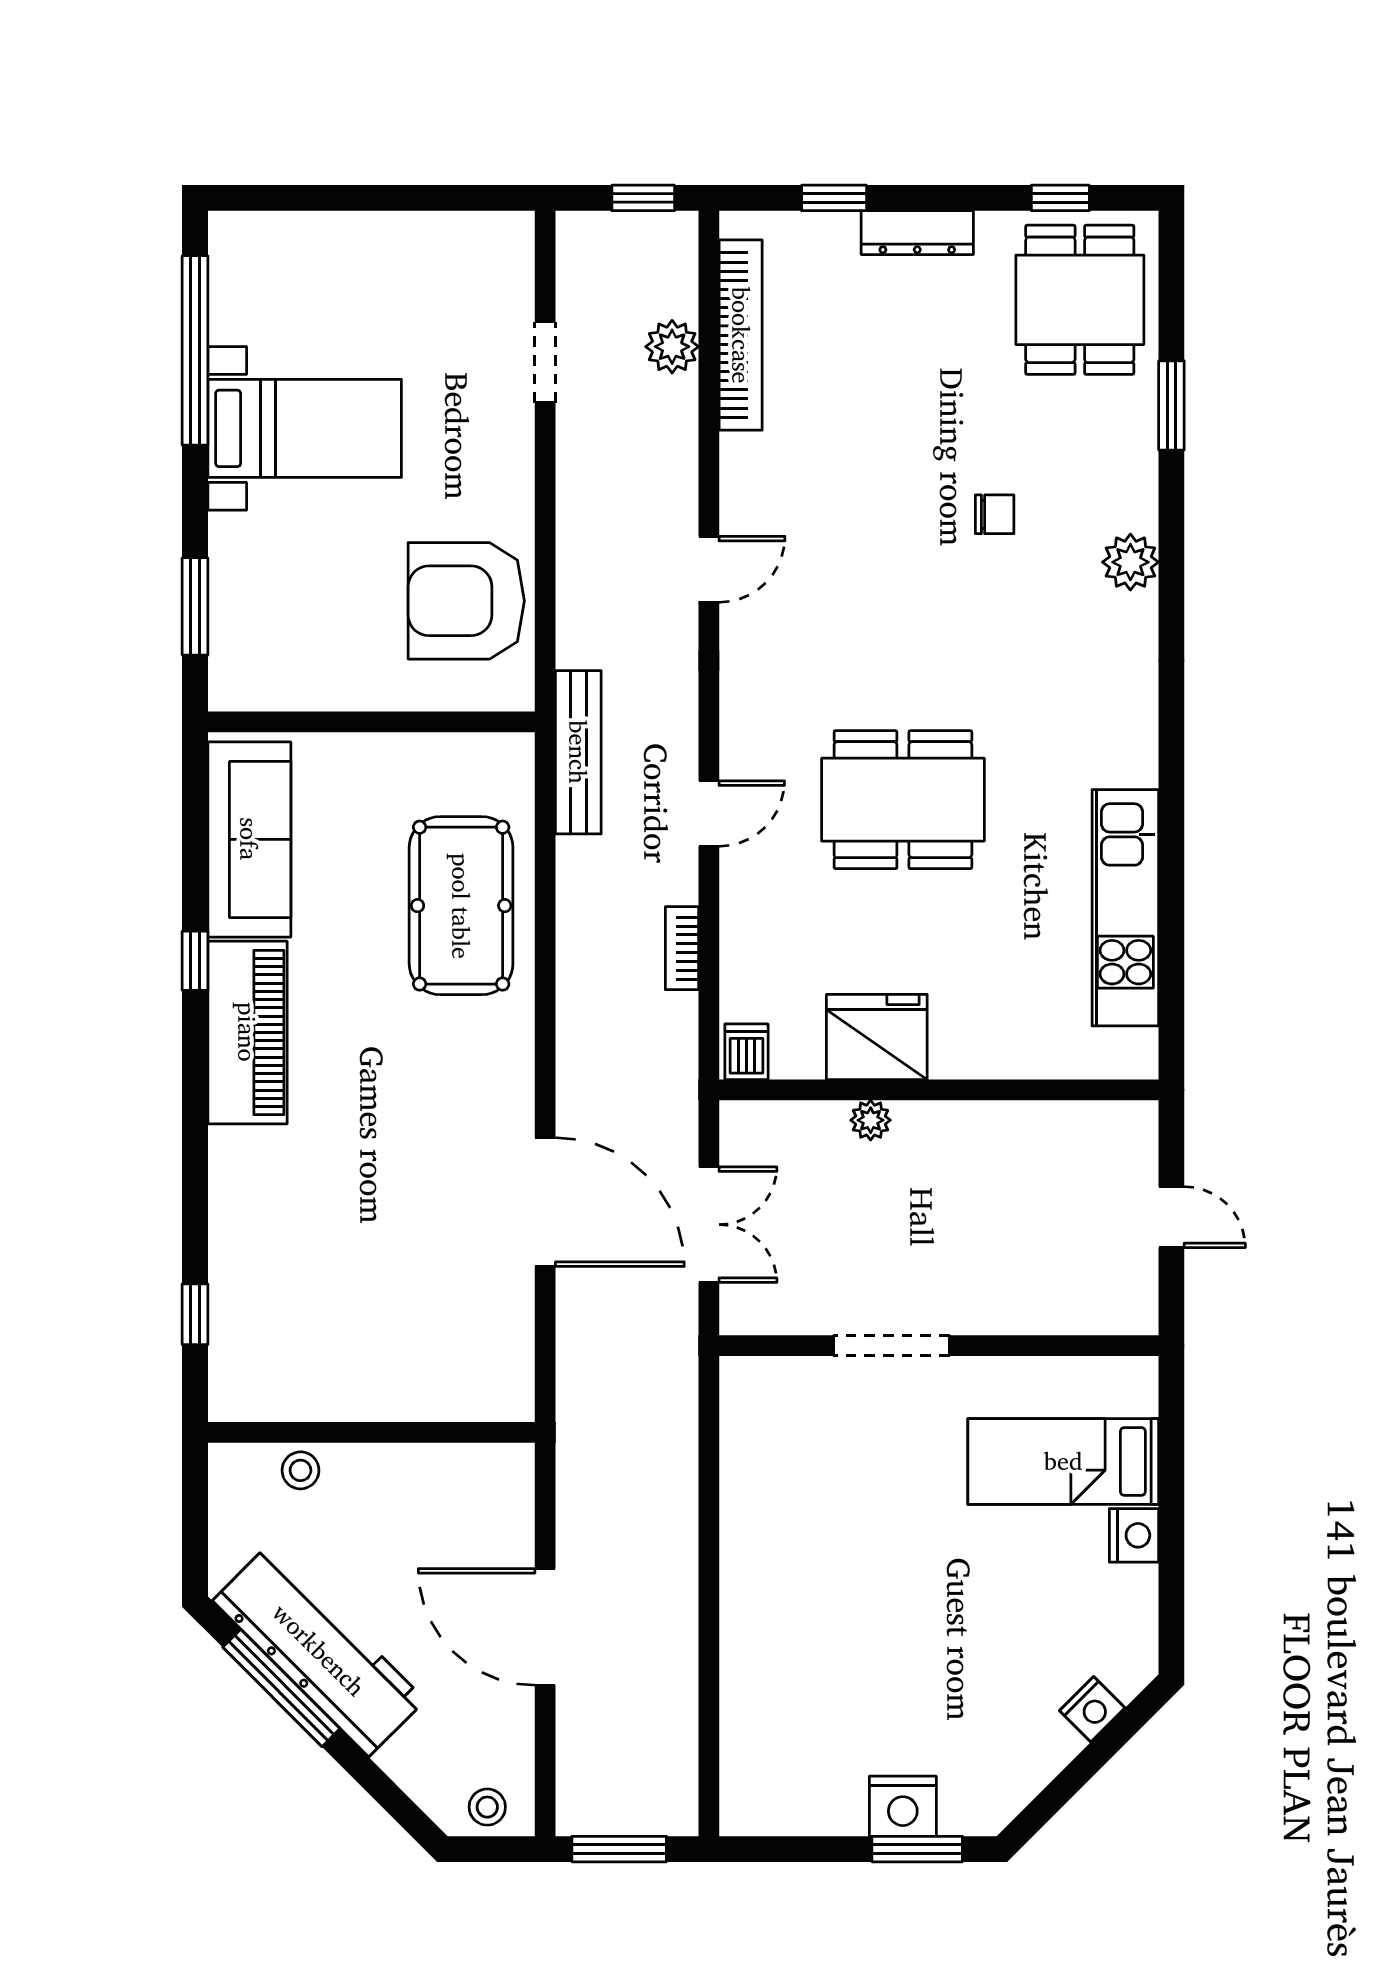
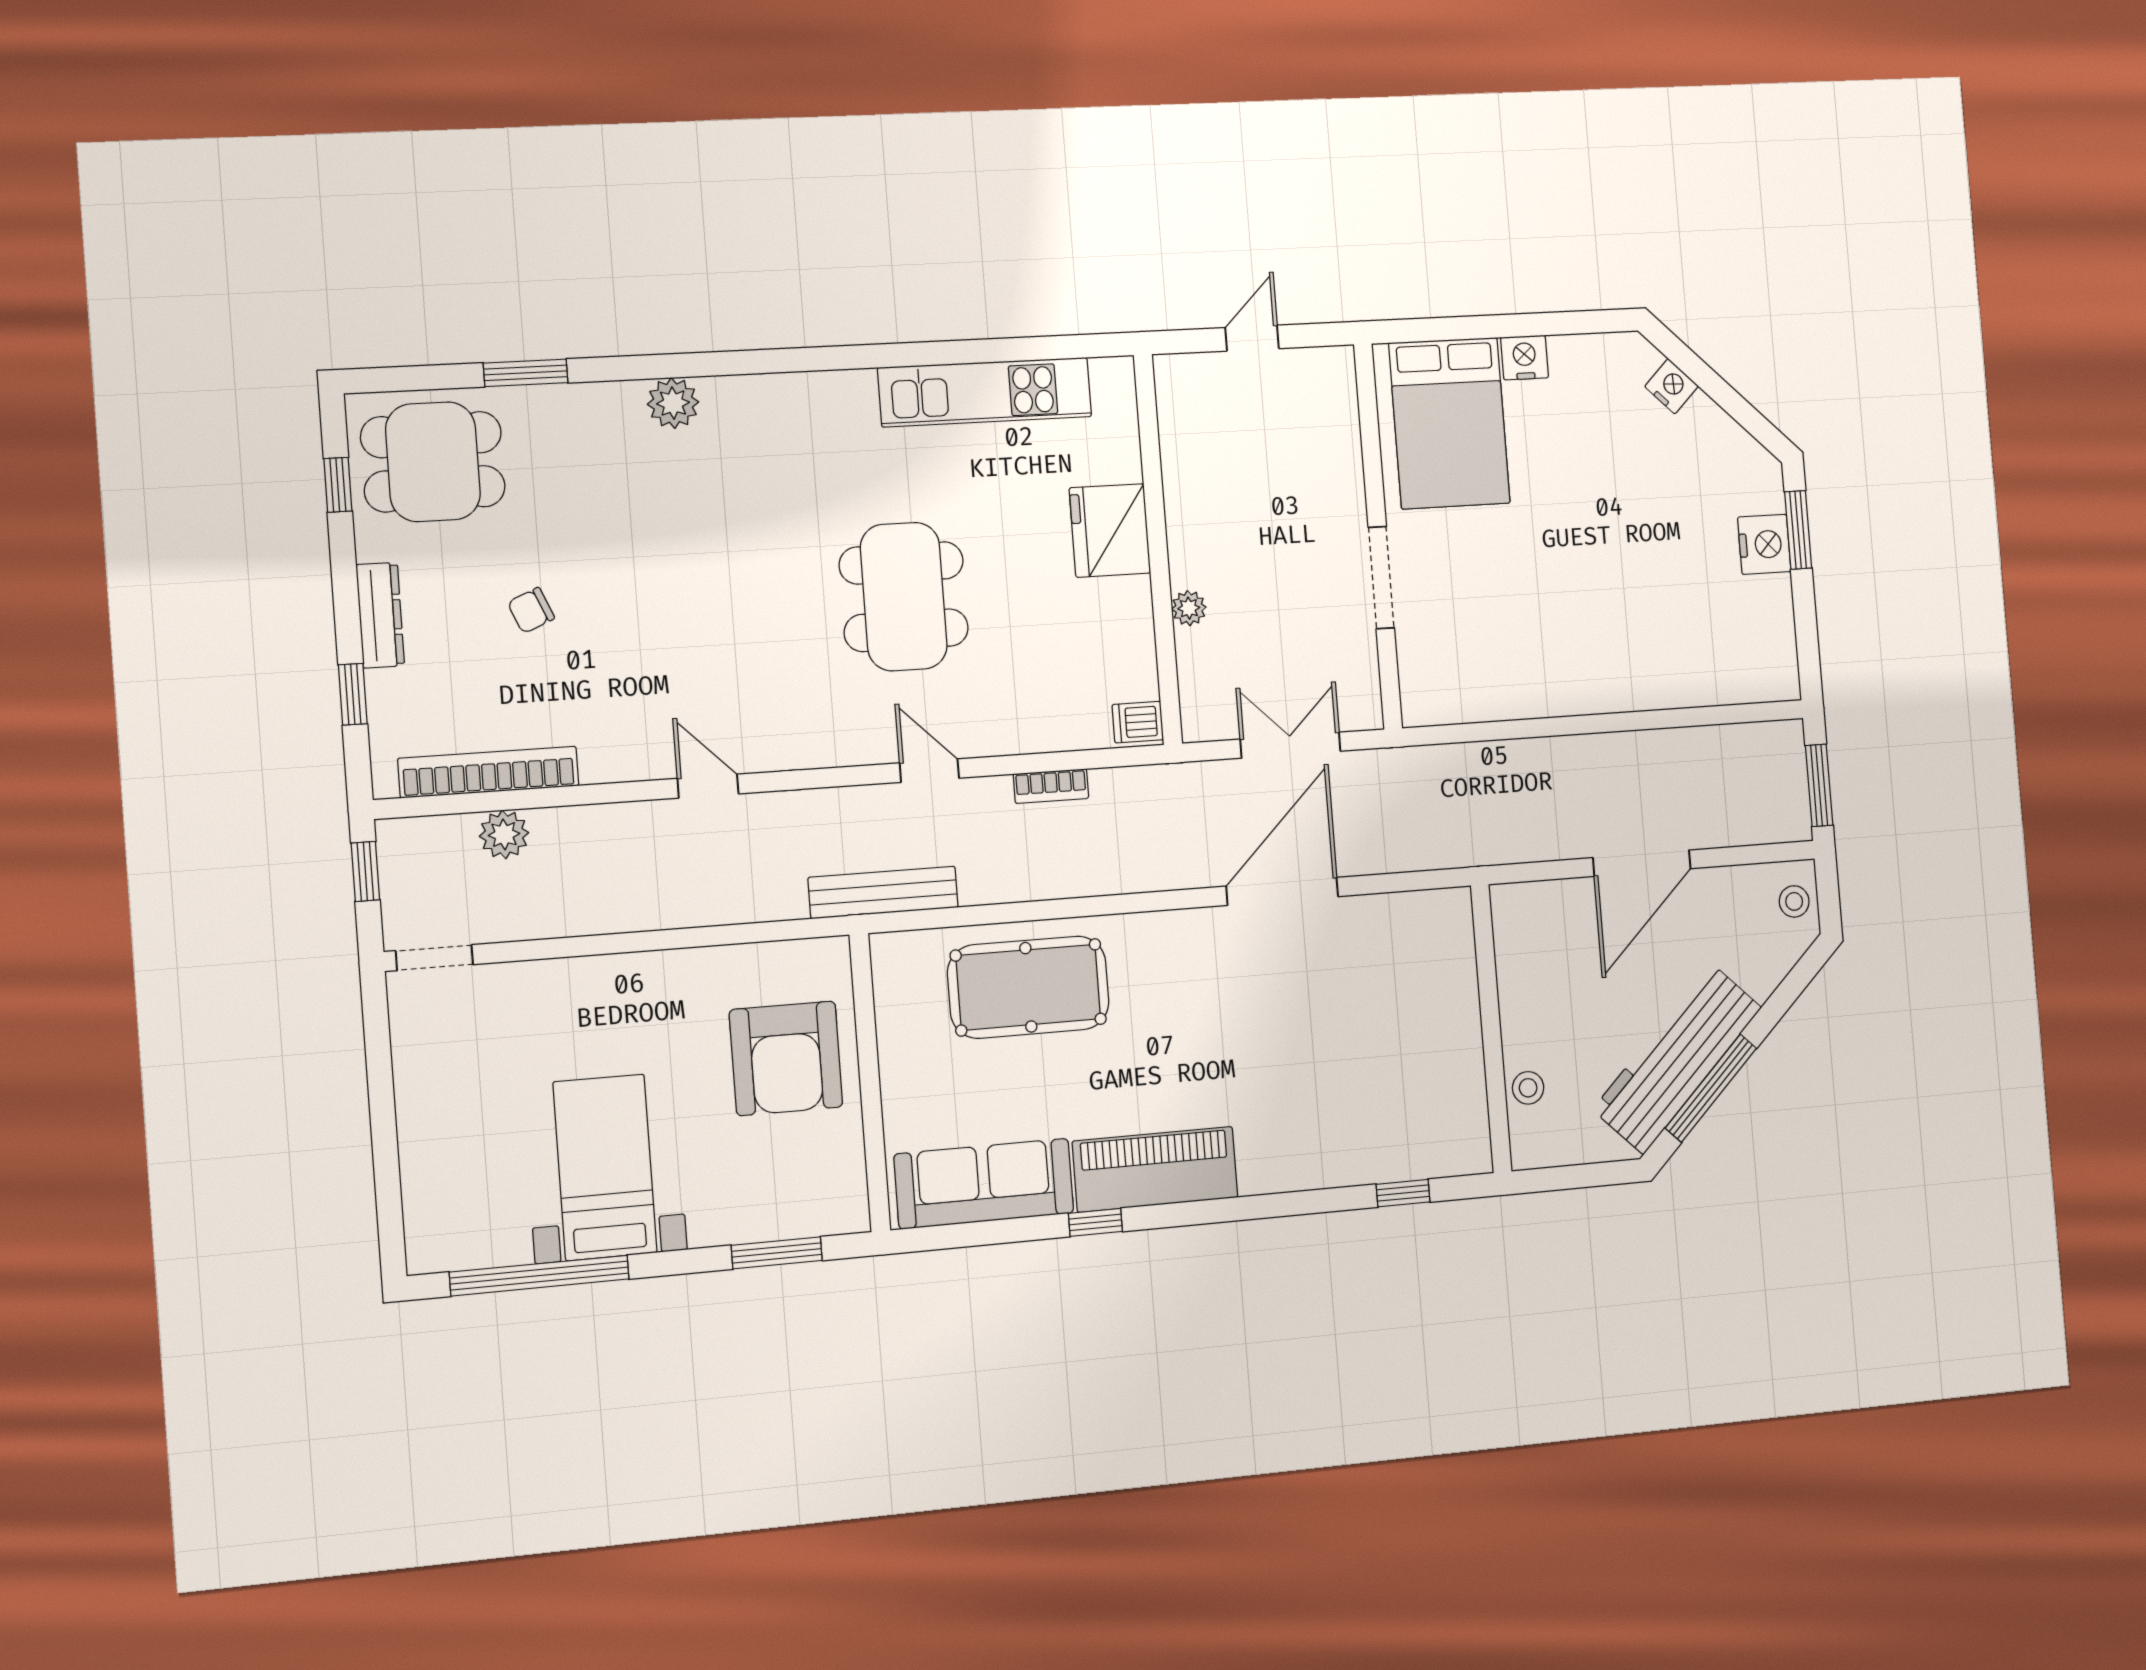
doorway: (545, 362) -> (434, 958), moved
chair: (995, 514) -> (531, 610), moved, turned -113
armchair: (466, 601) -> (786, 1058), moved
fridge: (877, 1037) -> (1110, 530), moved
bed: (1063, 1461) -> (1449, 423), width x1.50

